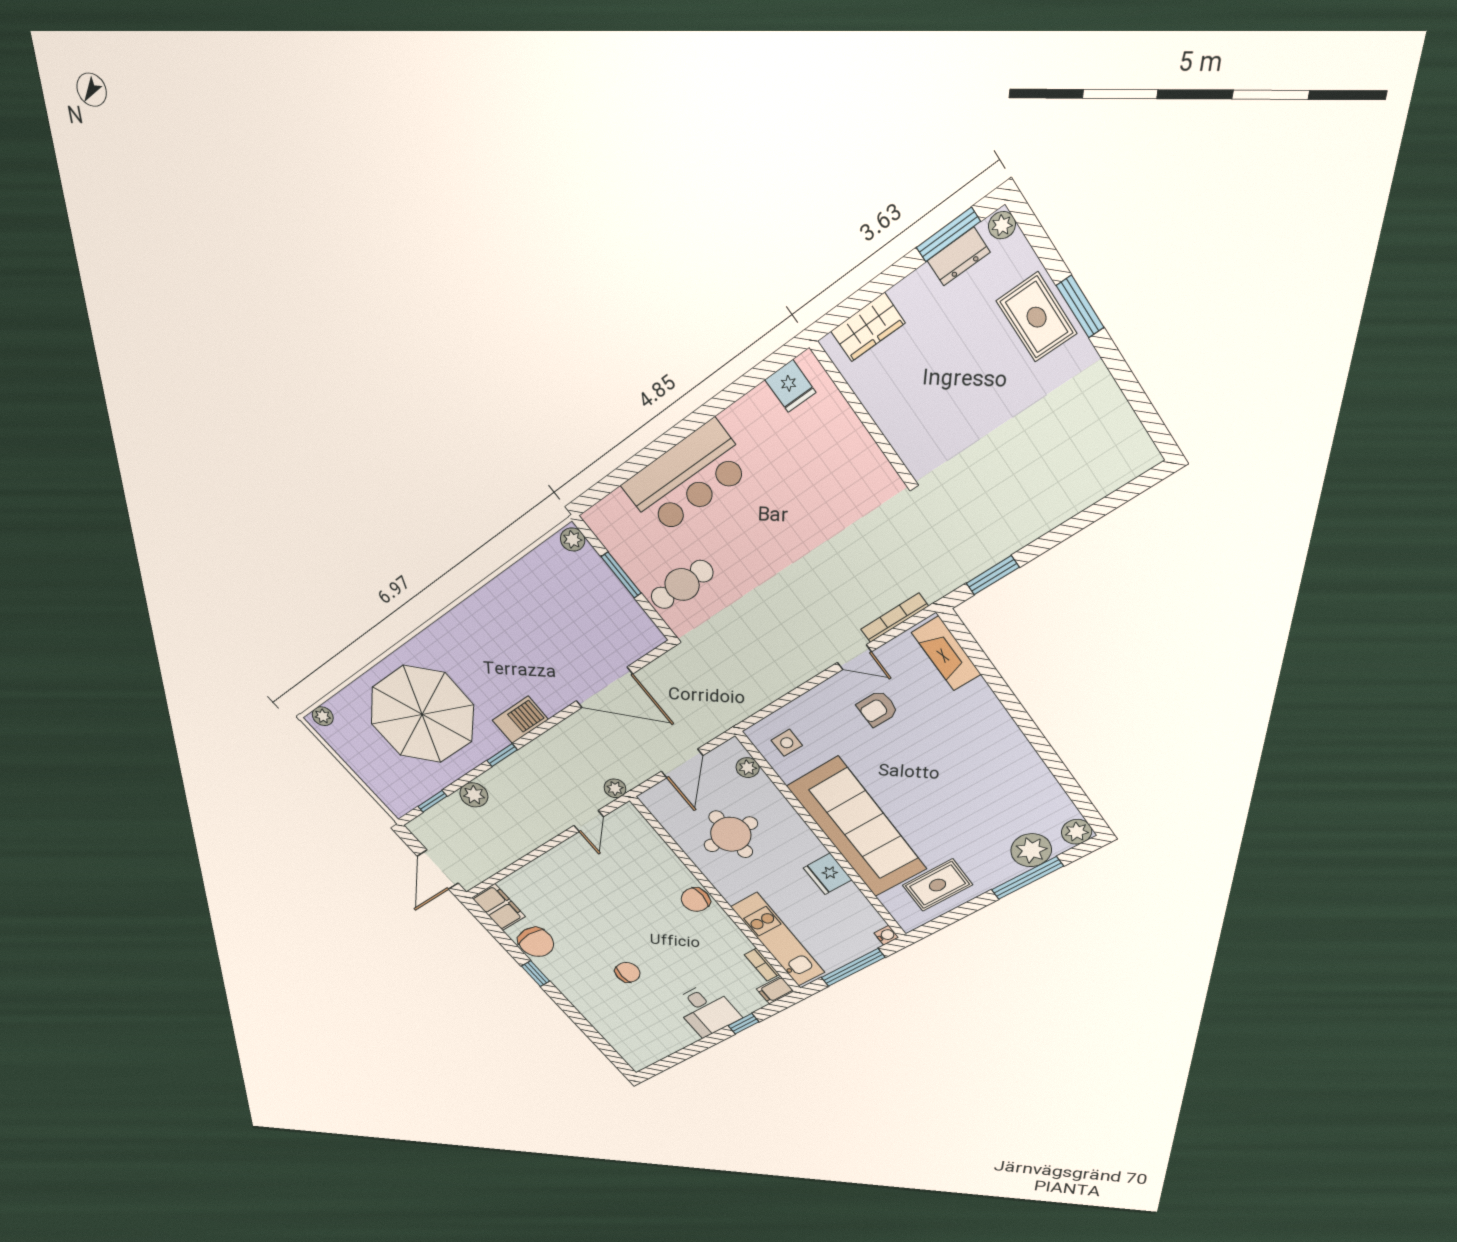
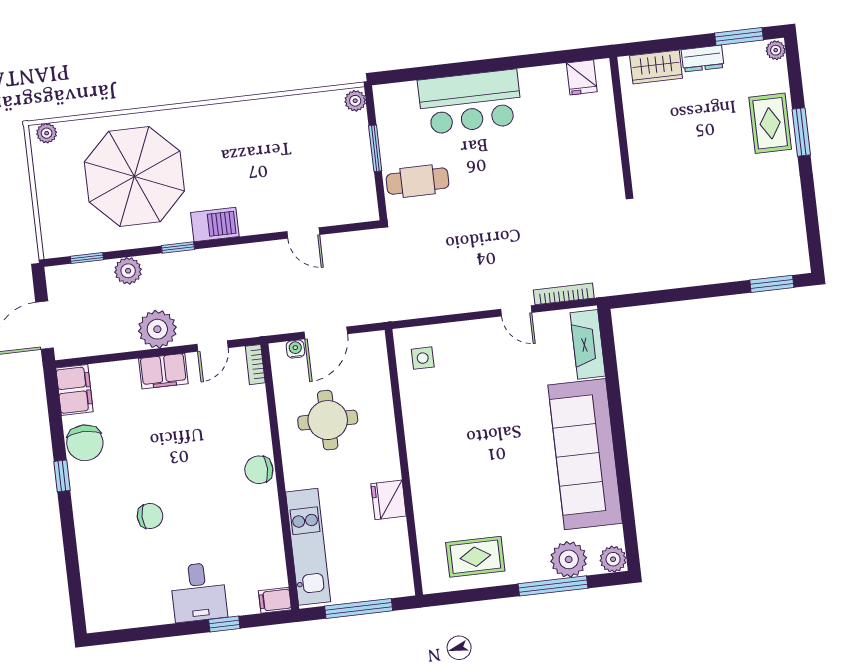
dresser: (959, 257) -> (703, 59), moved
window: (993, 575) -> (772, 284), moved
door: (604, 687) -> (303, 233), width x0.53
armchair: (877, 709) -> (511, 365), removed
plant: (748, 768) -> (378, 364), removed
plant: (615, 788) -> (157, 329), moved, width x1.88, depth x1.88
sofa: (857, 828) -> (585, 454), moved, turned 180
filing cabinet: (561, 860) -> (163, 371), added
water cooler: (886, 935) -> (295, 349), moved, turned -90
bookcase: (762, 965) -> (255, 365), moved

